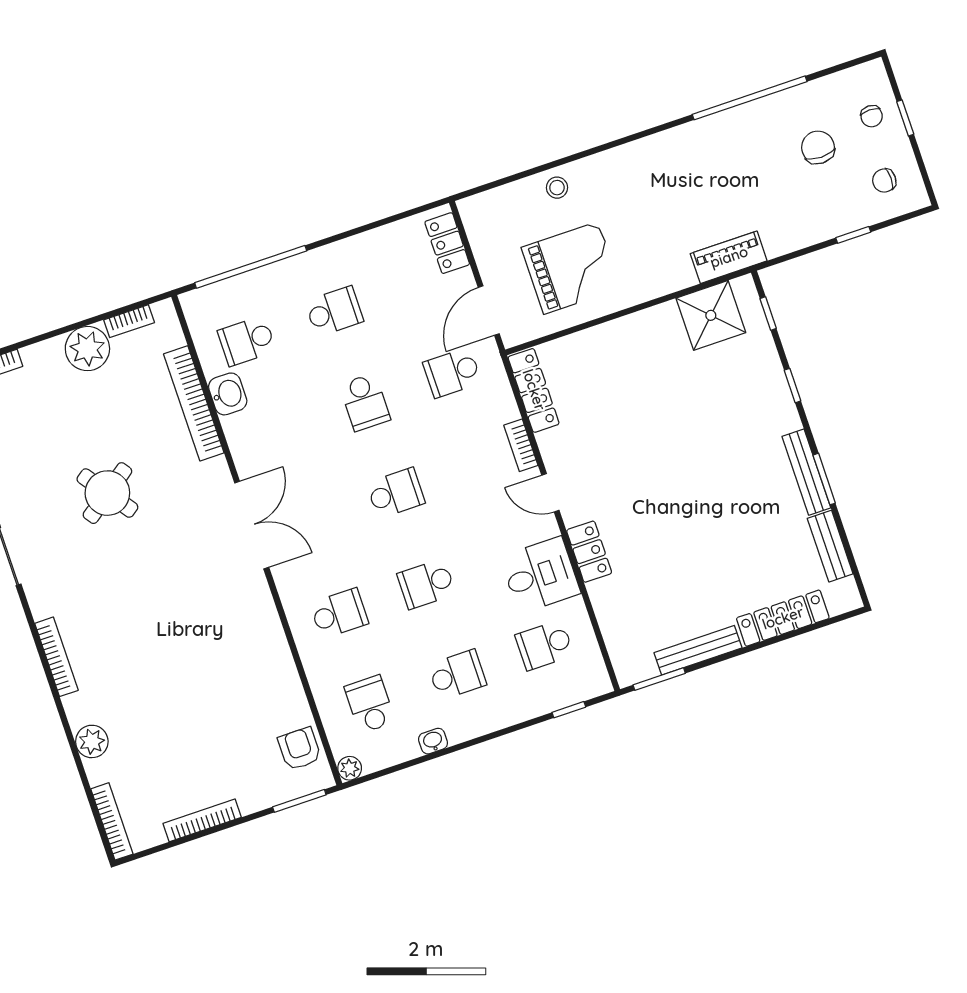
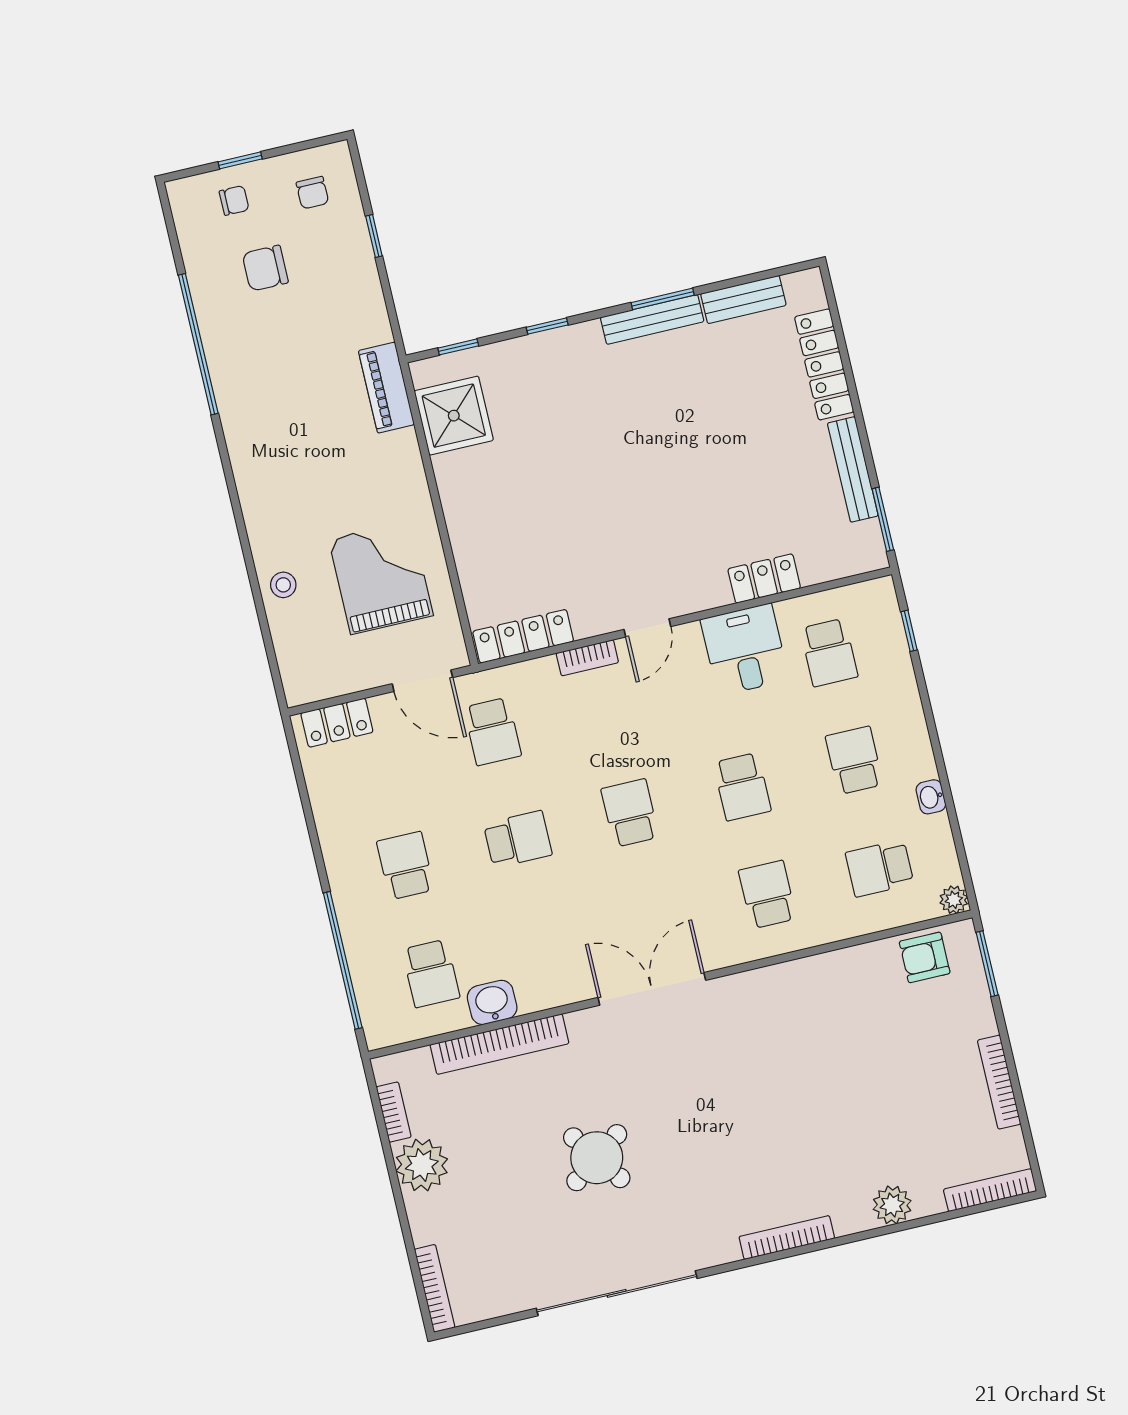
locker: (589, 552) -> (764, 579), moved

